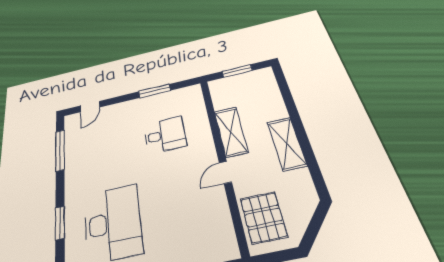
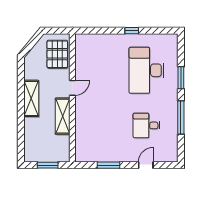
door: (90, 107) -> (146, 165), moved
desk: (165, 135) -> (147, 125), moved
window: (60, 150) -> (181, 118), moved

